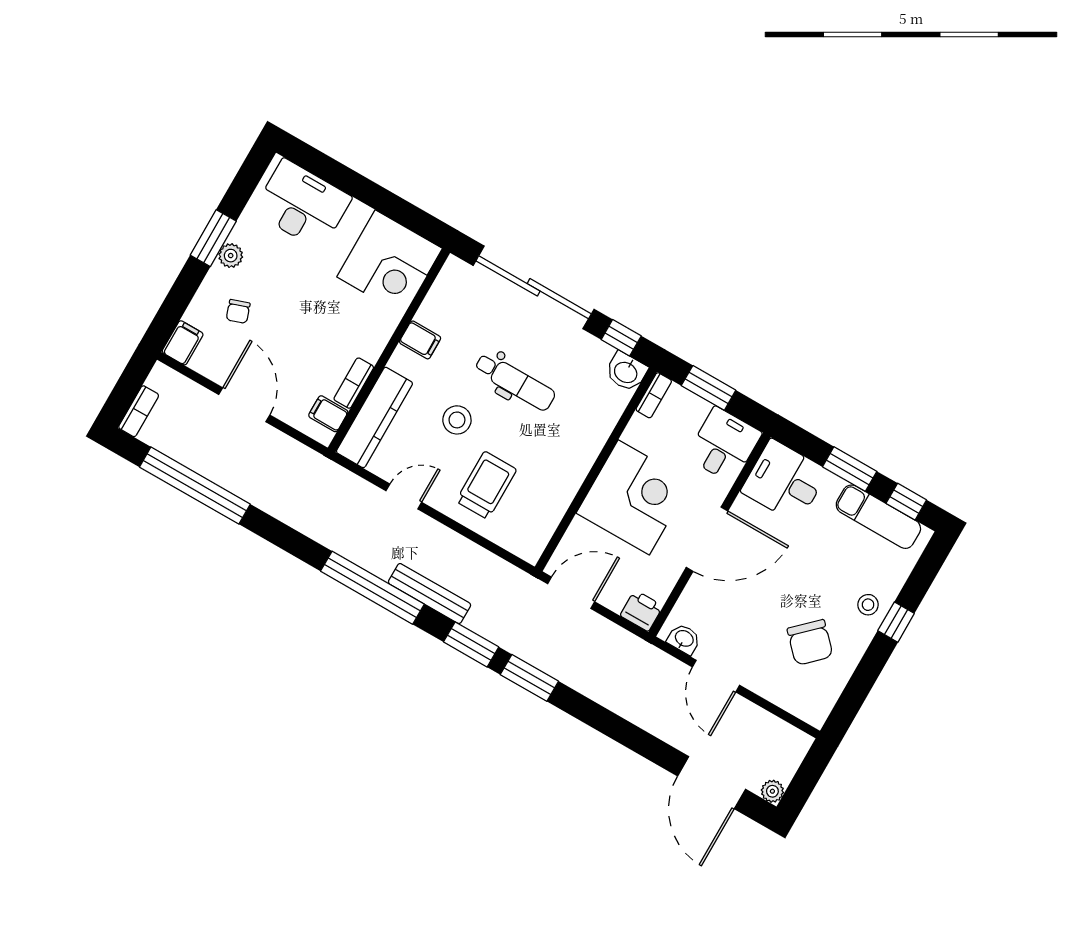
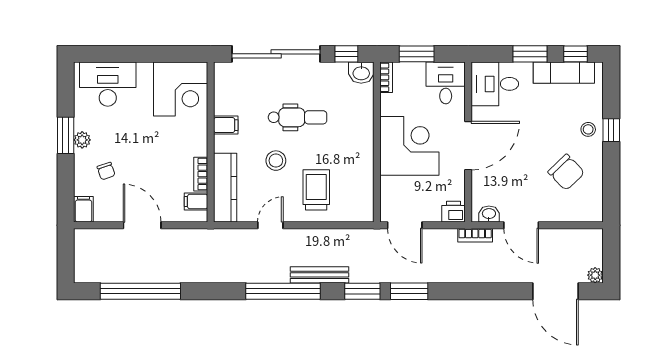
bookcase: (139, 411) -> (475, 235), moved, turned 90
door: (571, 593) -> (405, 225), swing flipped

